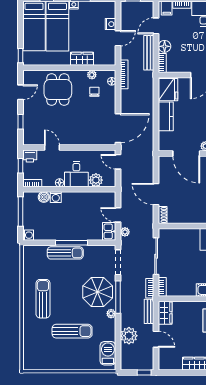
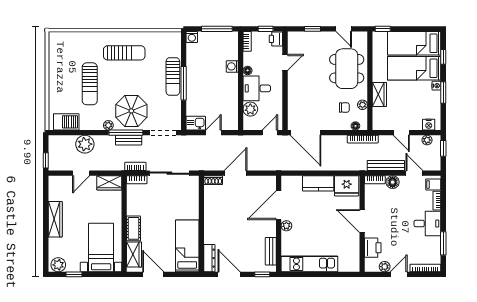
nightstand: (110, 24) -> (429, 125), moved
dining table: (58, 90) -> (347, 69), width x1.38
boiler: (44, 197) -> (232, 54), removed
plant: (125, 232) -> (427, 140), moved
bench: (149, 311) -> (129, 140), moved

